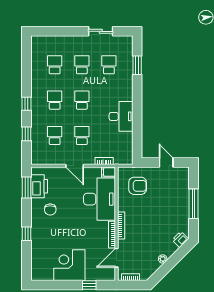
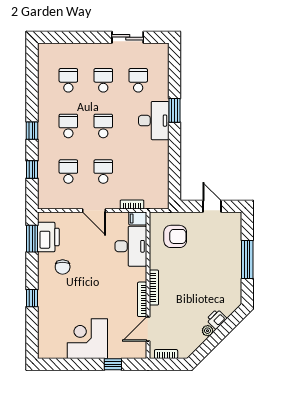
window: (137, 65) -> (175, 110), moved
desk: (121, 116) -> (154, 121), moved
desk: (100, 199) -> (131, 246), width x0.73, depth x0.77
printer: (180, 239) -> (217, 319), moved

